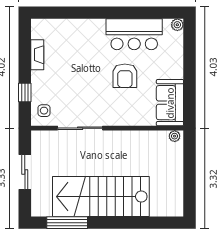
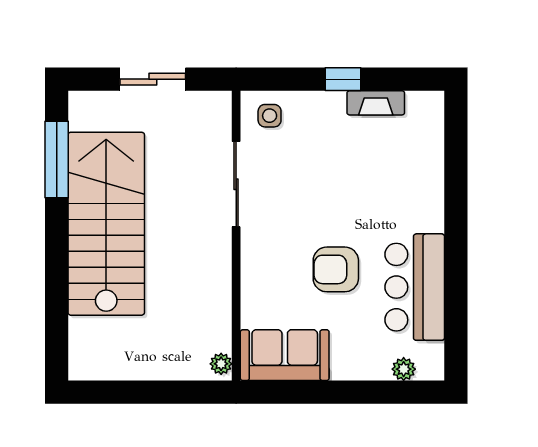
plant: (177, 25) -> (404, 369), moved
window: (25, 93) -> (343, 79), moved

